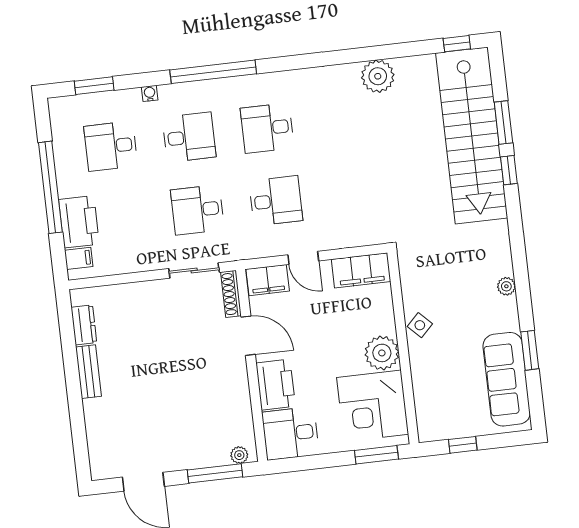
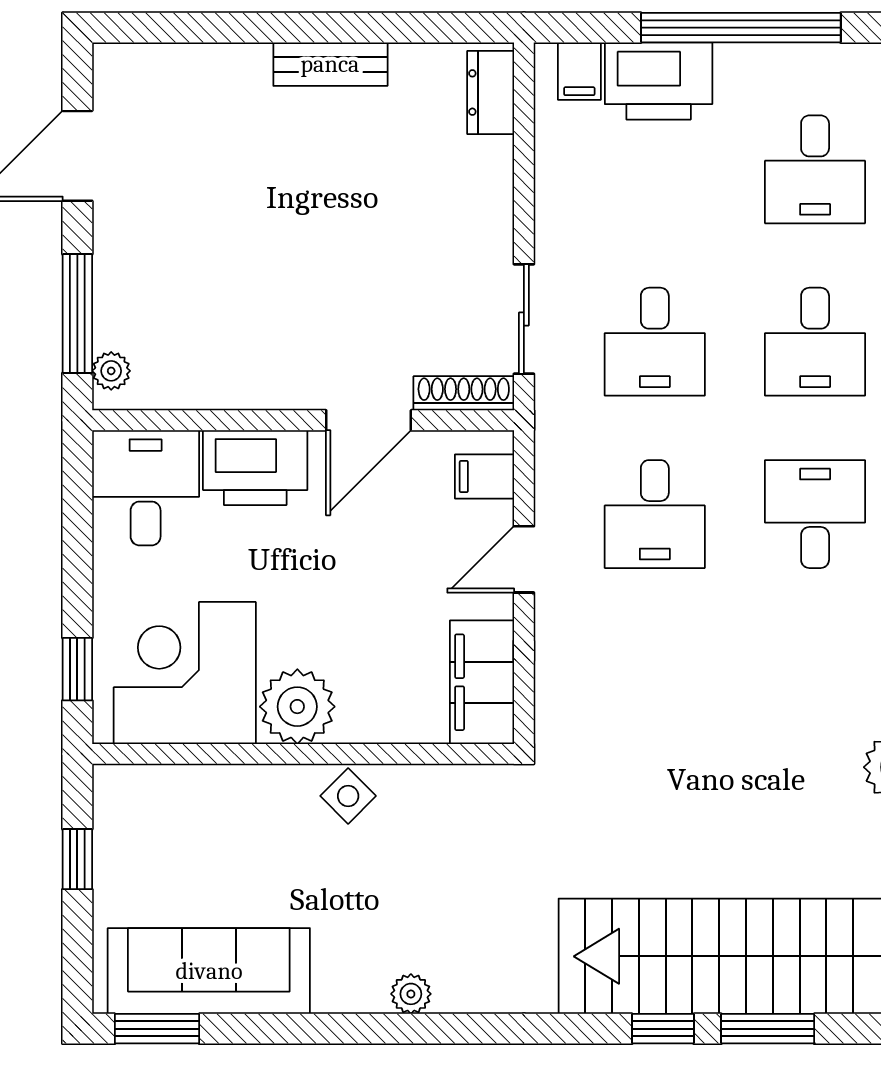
desk: (111, 146) -> (815, 169), turned 180
desk: (197, 210) -> (655, 342), turned 180
filing cabinet: (268, 280) -> (485, 476), width x0.50
dresser: (84, 325) -> (491, 93), moved, turned 90
window: (530, 350) -> (157, 1029), moved
window: (376, 455) -> (77, 669), width x0.67

